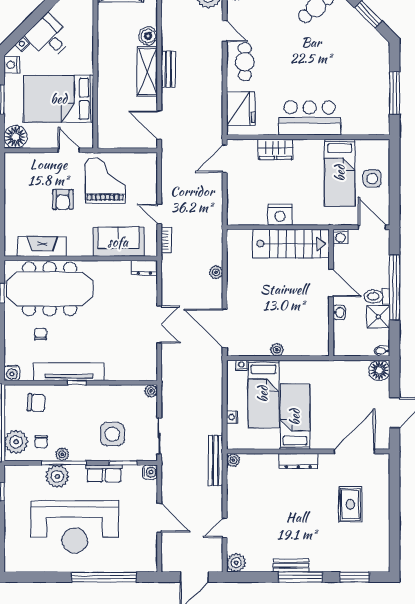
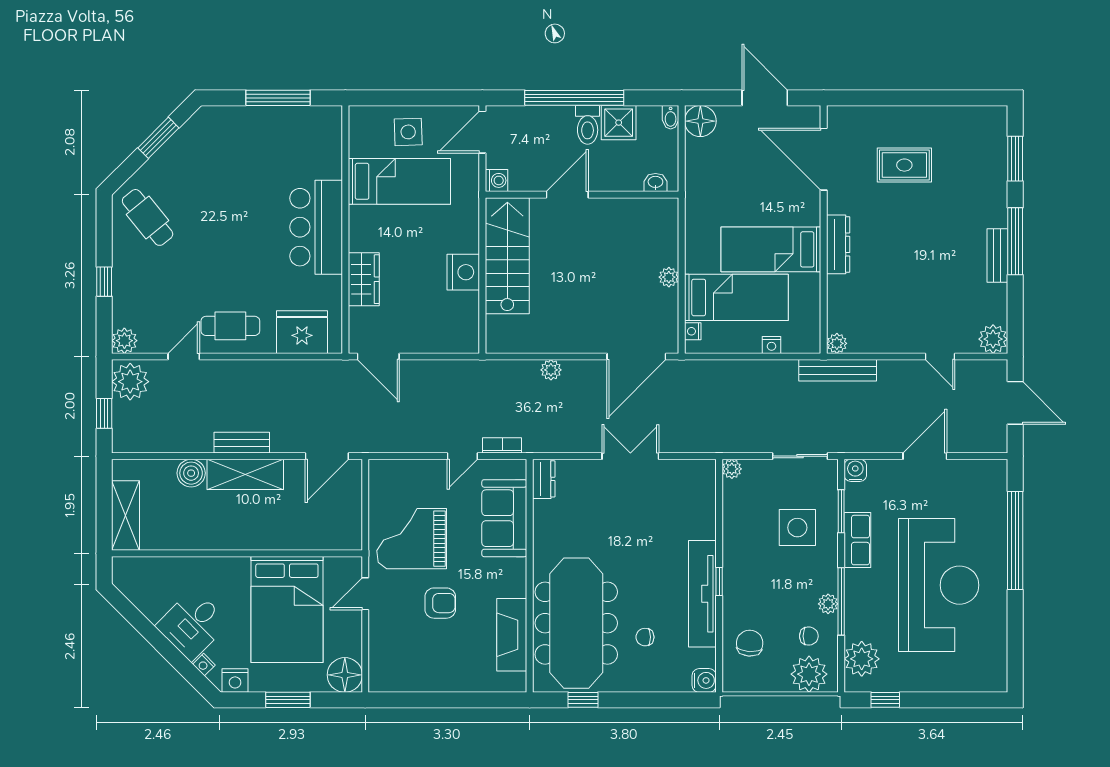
washbasin: (339, 312) -> (655, 182), moved
plant: (57, 476) -> (862, 659), moved

